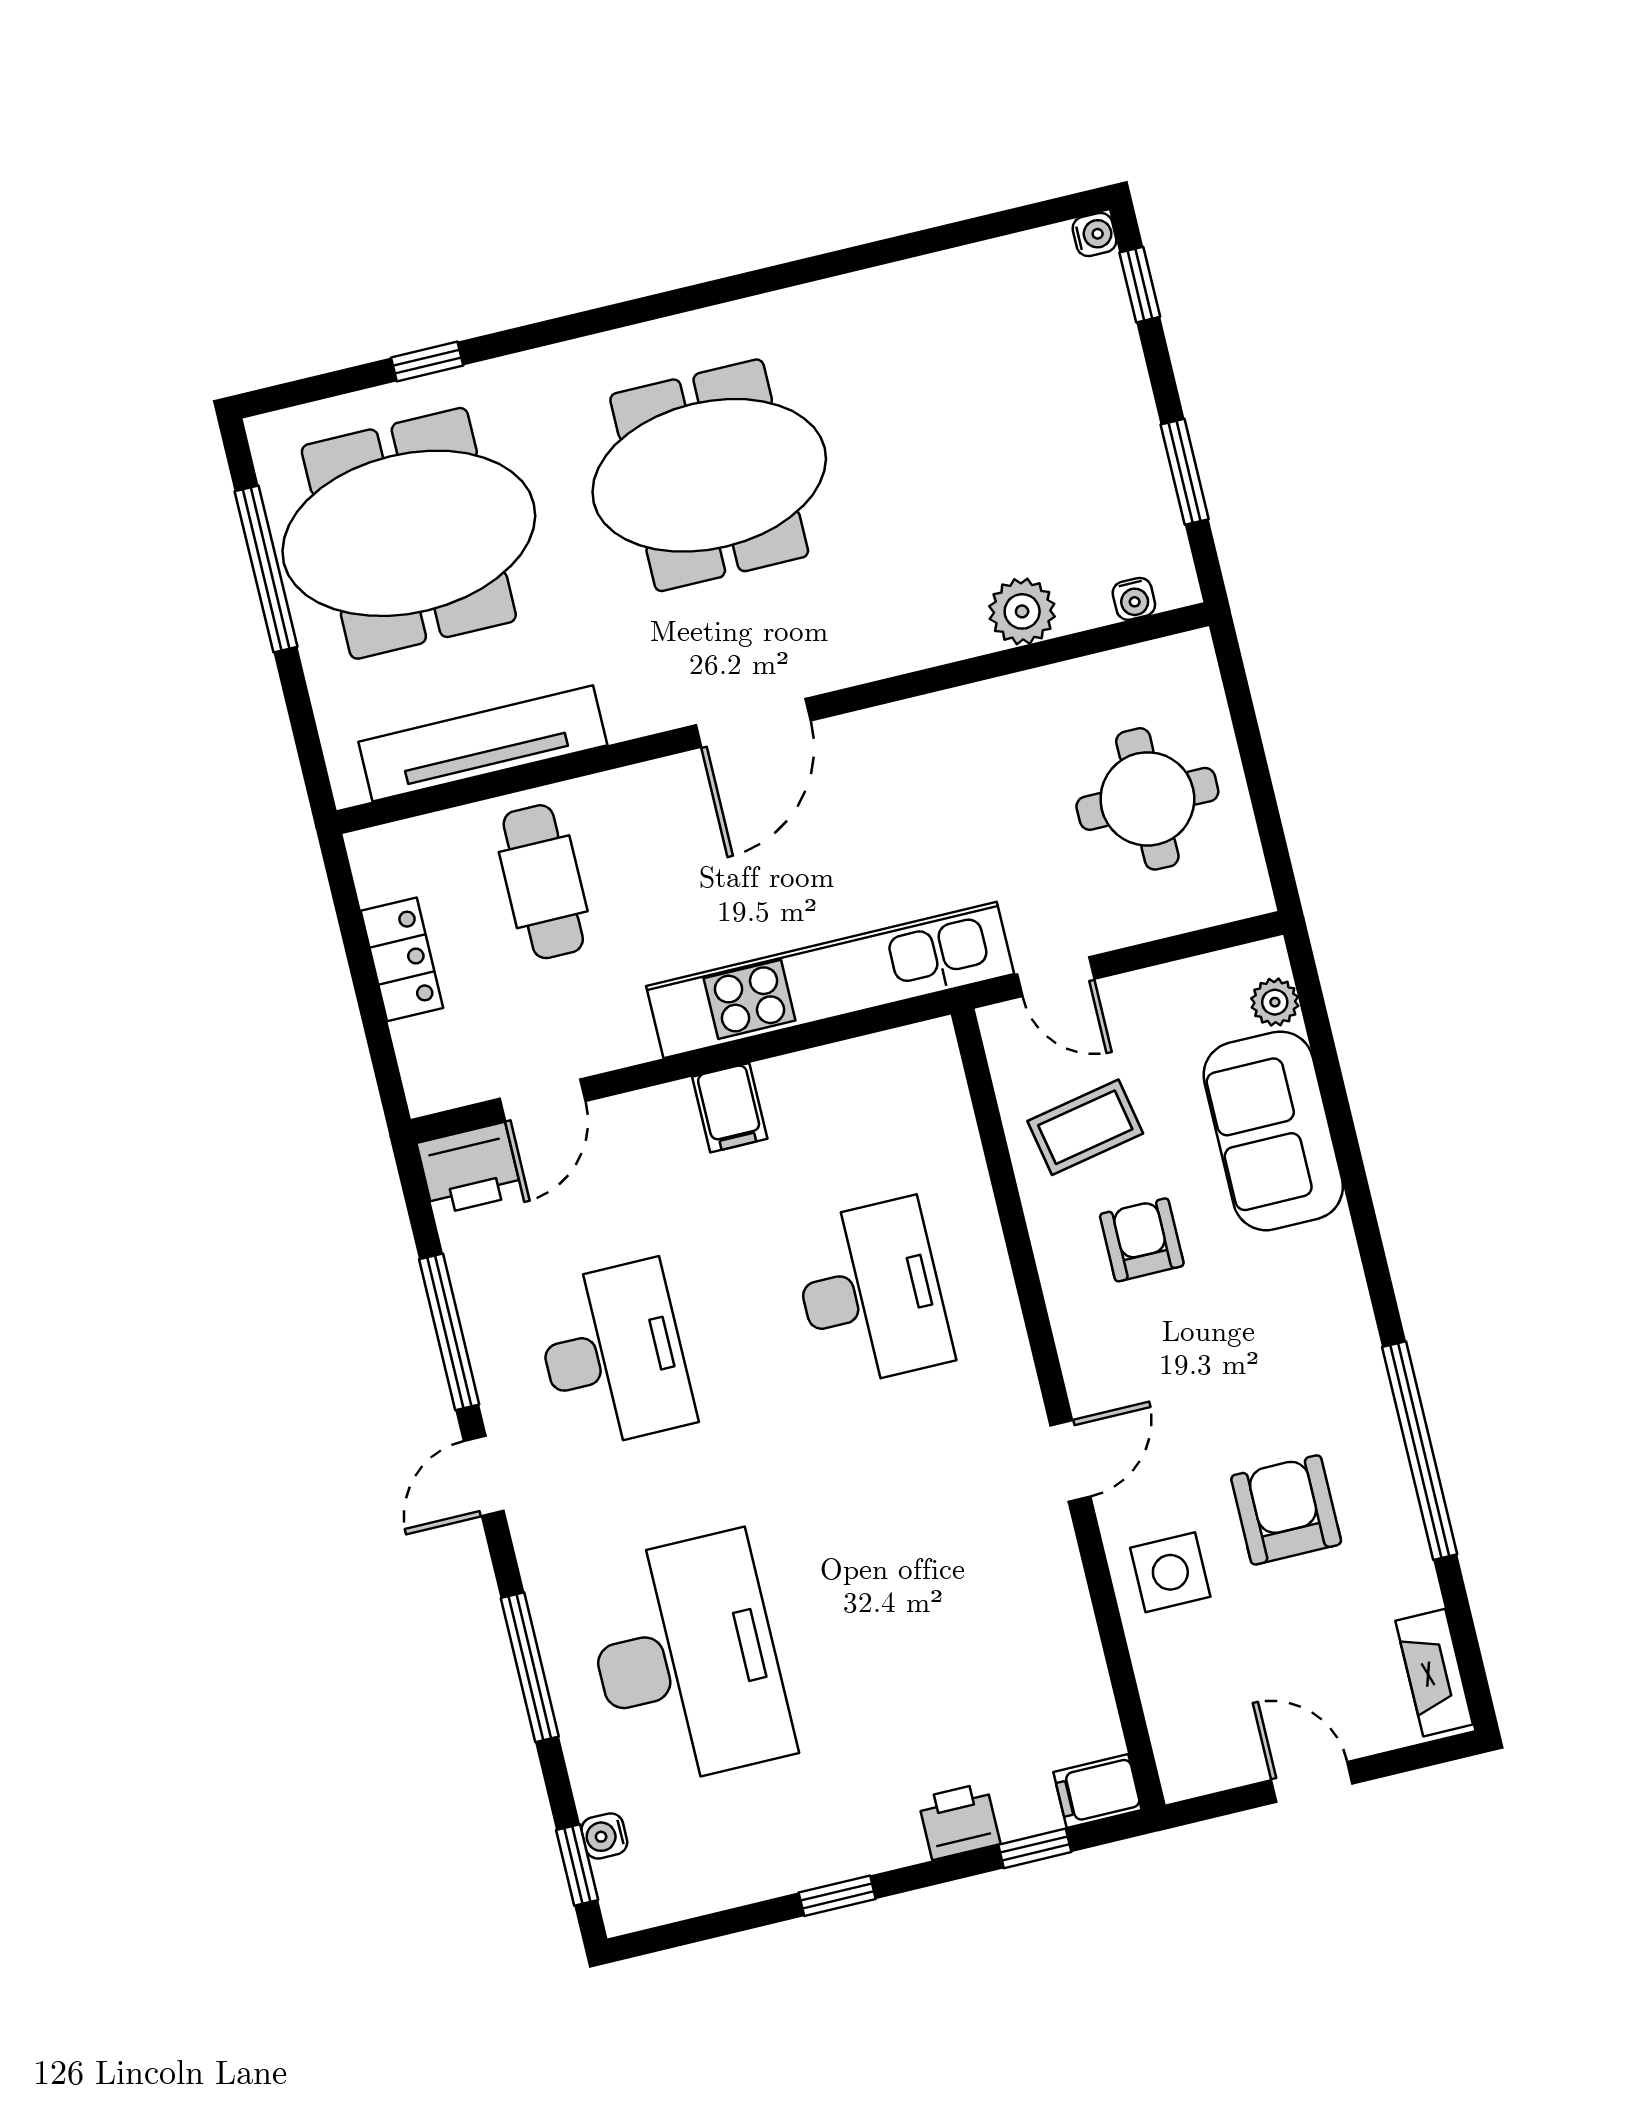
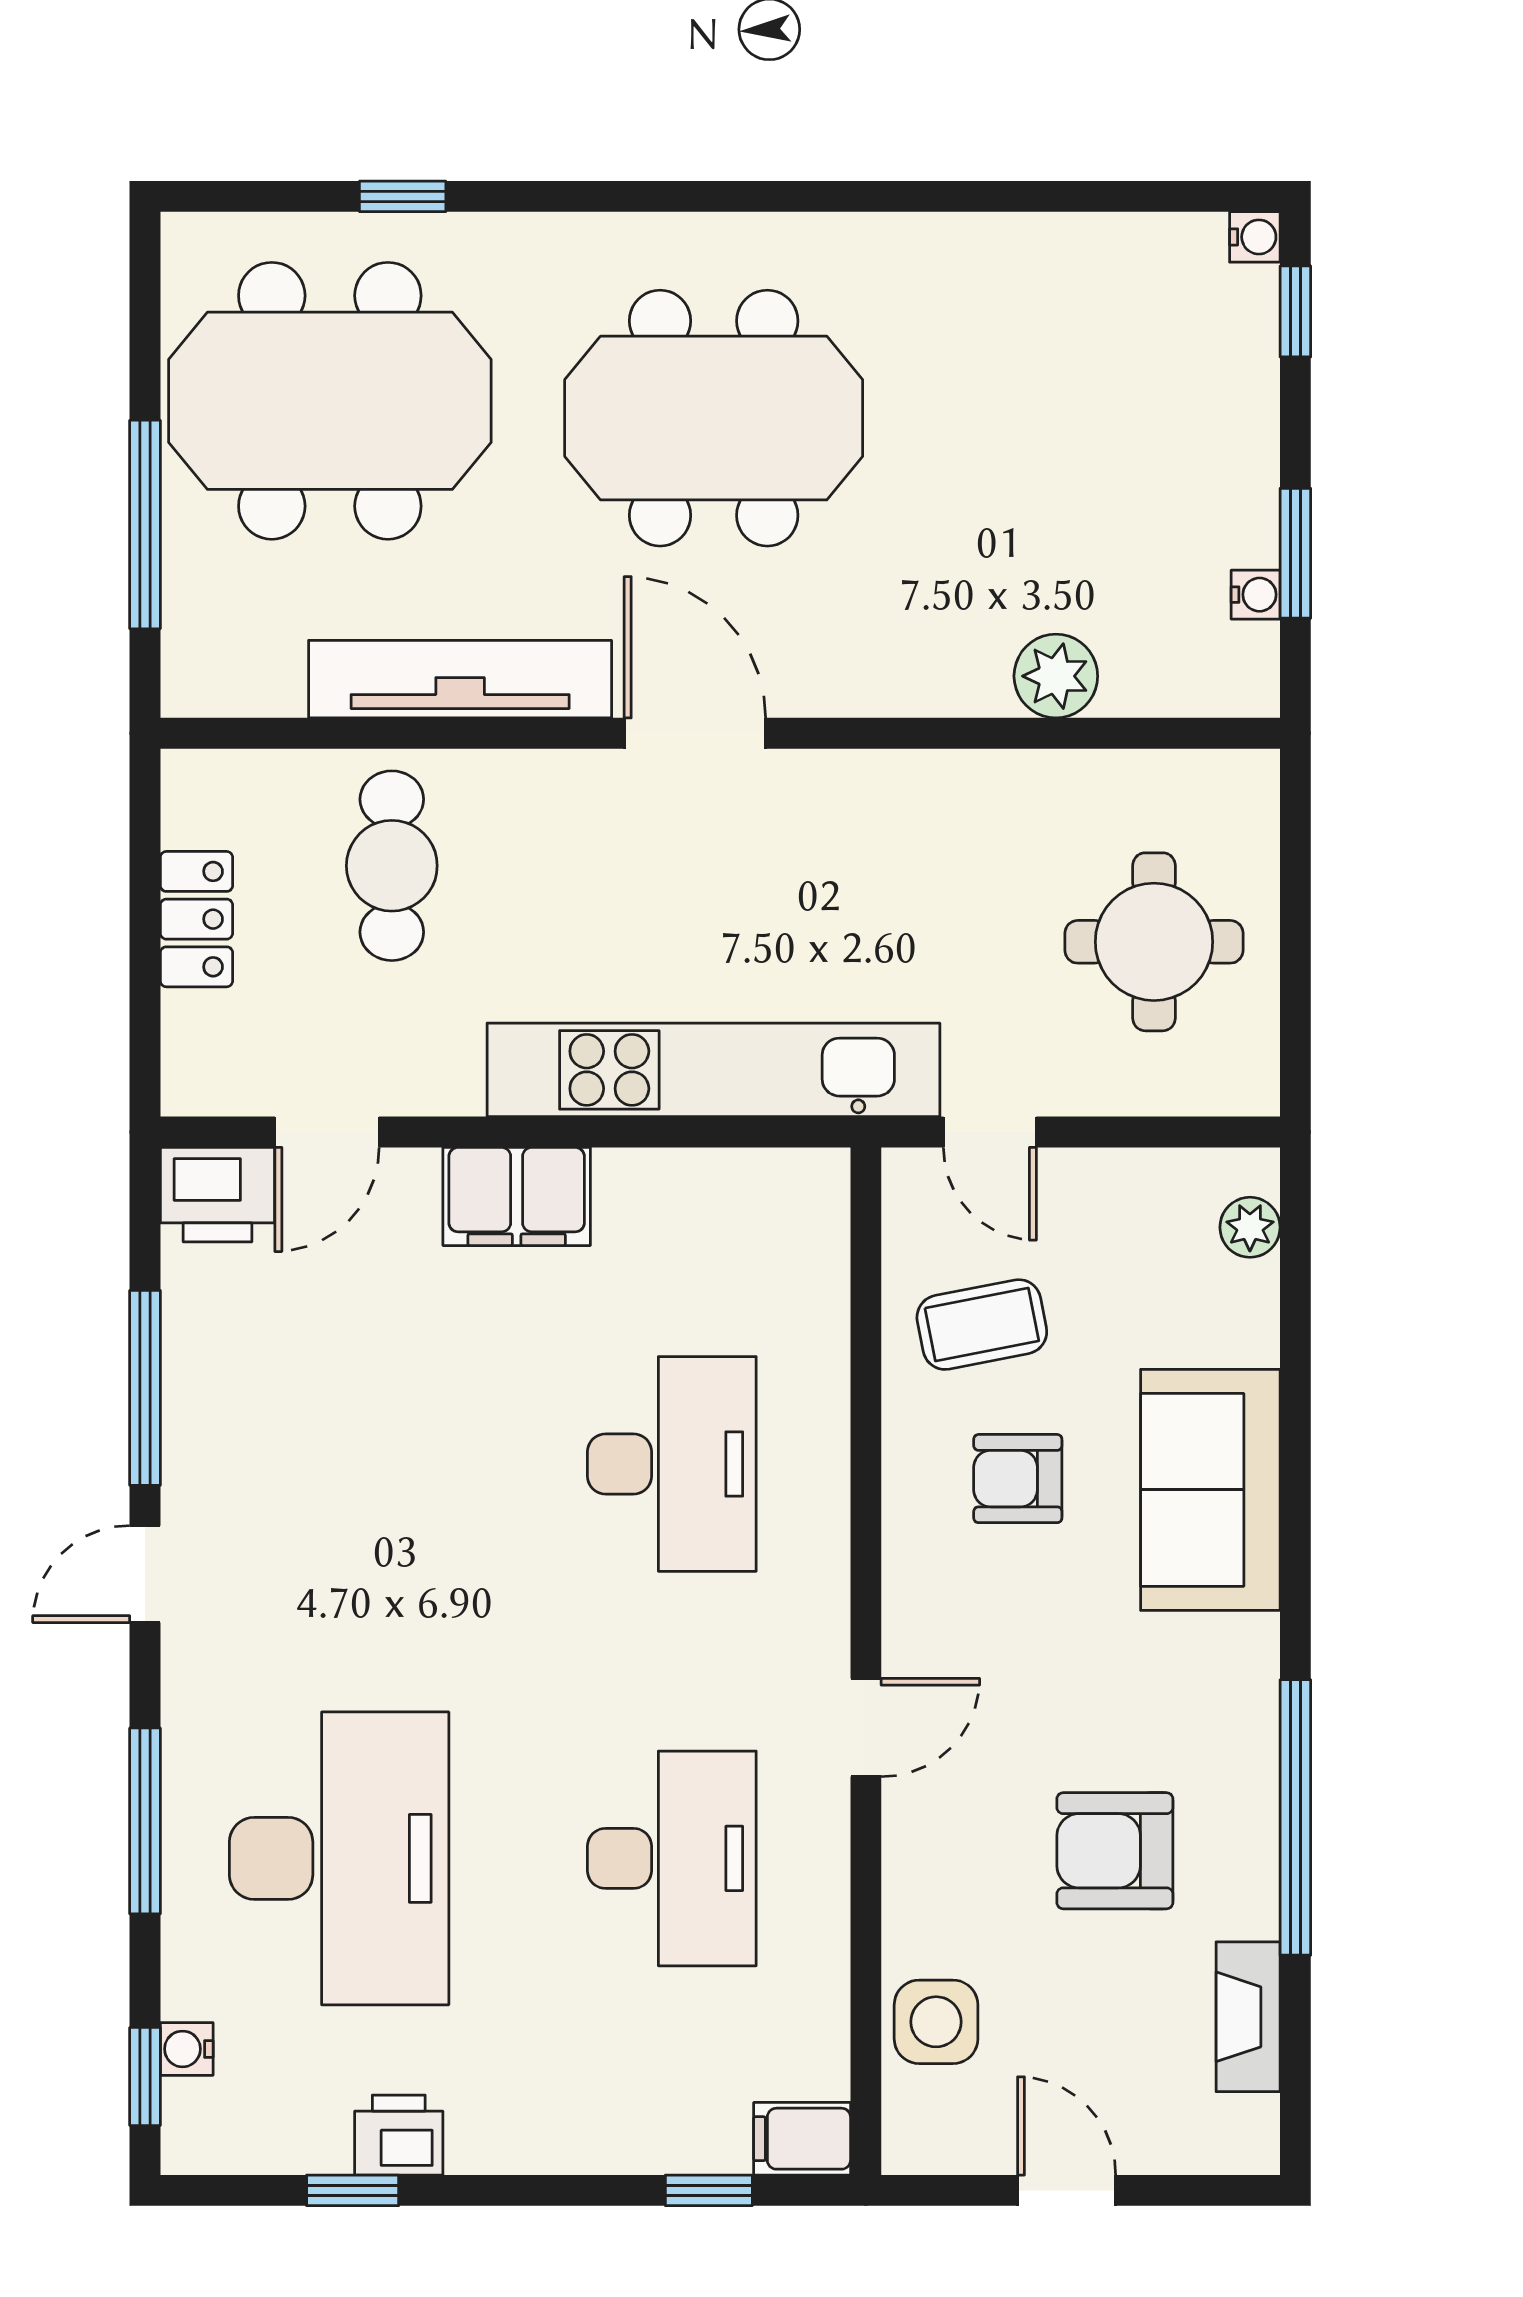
window: (266, 569) -> (145, 524), moved
water cooler: (1134, 599) -> (1256, 595), moved, turned -90
door: (753, 723) -> (695, 733), swing flipped
tv unit: (483, 743) -> (460, 679), moved
filing cabinet: (730, 1108) -> (517, 1196), width x2.00
sofa: (1273, 1131) -> (1210, 1490), moved
armchair: (1142, 1240) -> (1018, 1479), turned -90
desk: (614, 1355) -> (672, 1858), moved
armchair: (1286, 1510) -> (1115, 1851), turned -90
side table: (1170, 1572) -> (936, 2022), moved
fireplace: (1434, 1673) -> (1248, 2017), moved
printer: (959, 1821) -> (399, 2135), moved
window: (837, 1896) -> (353, 2190), moved

